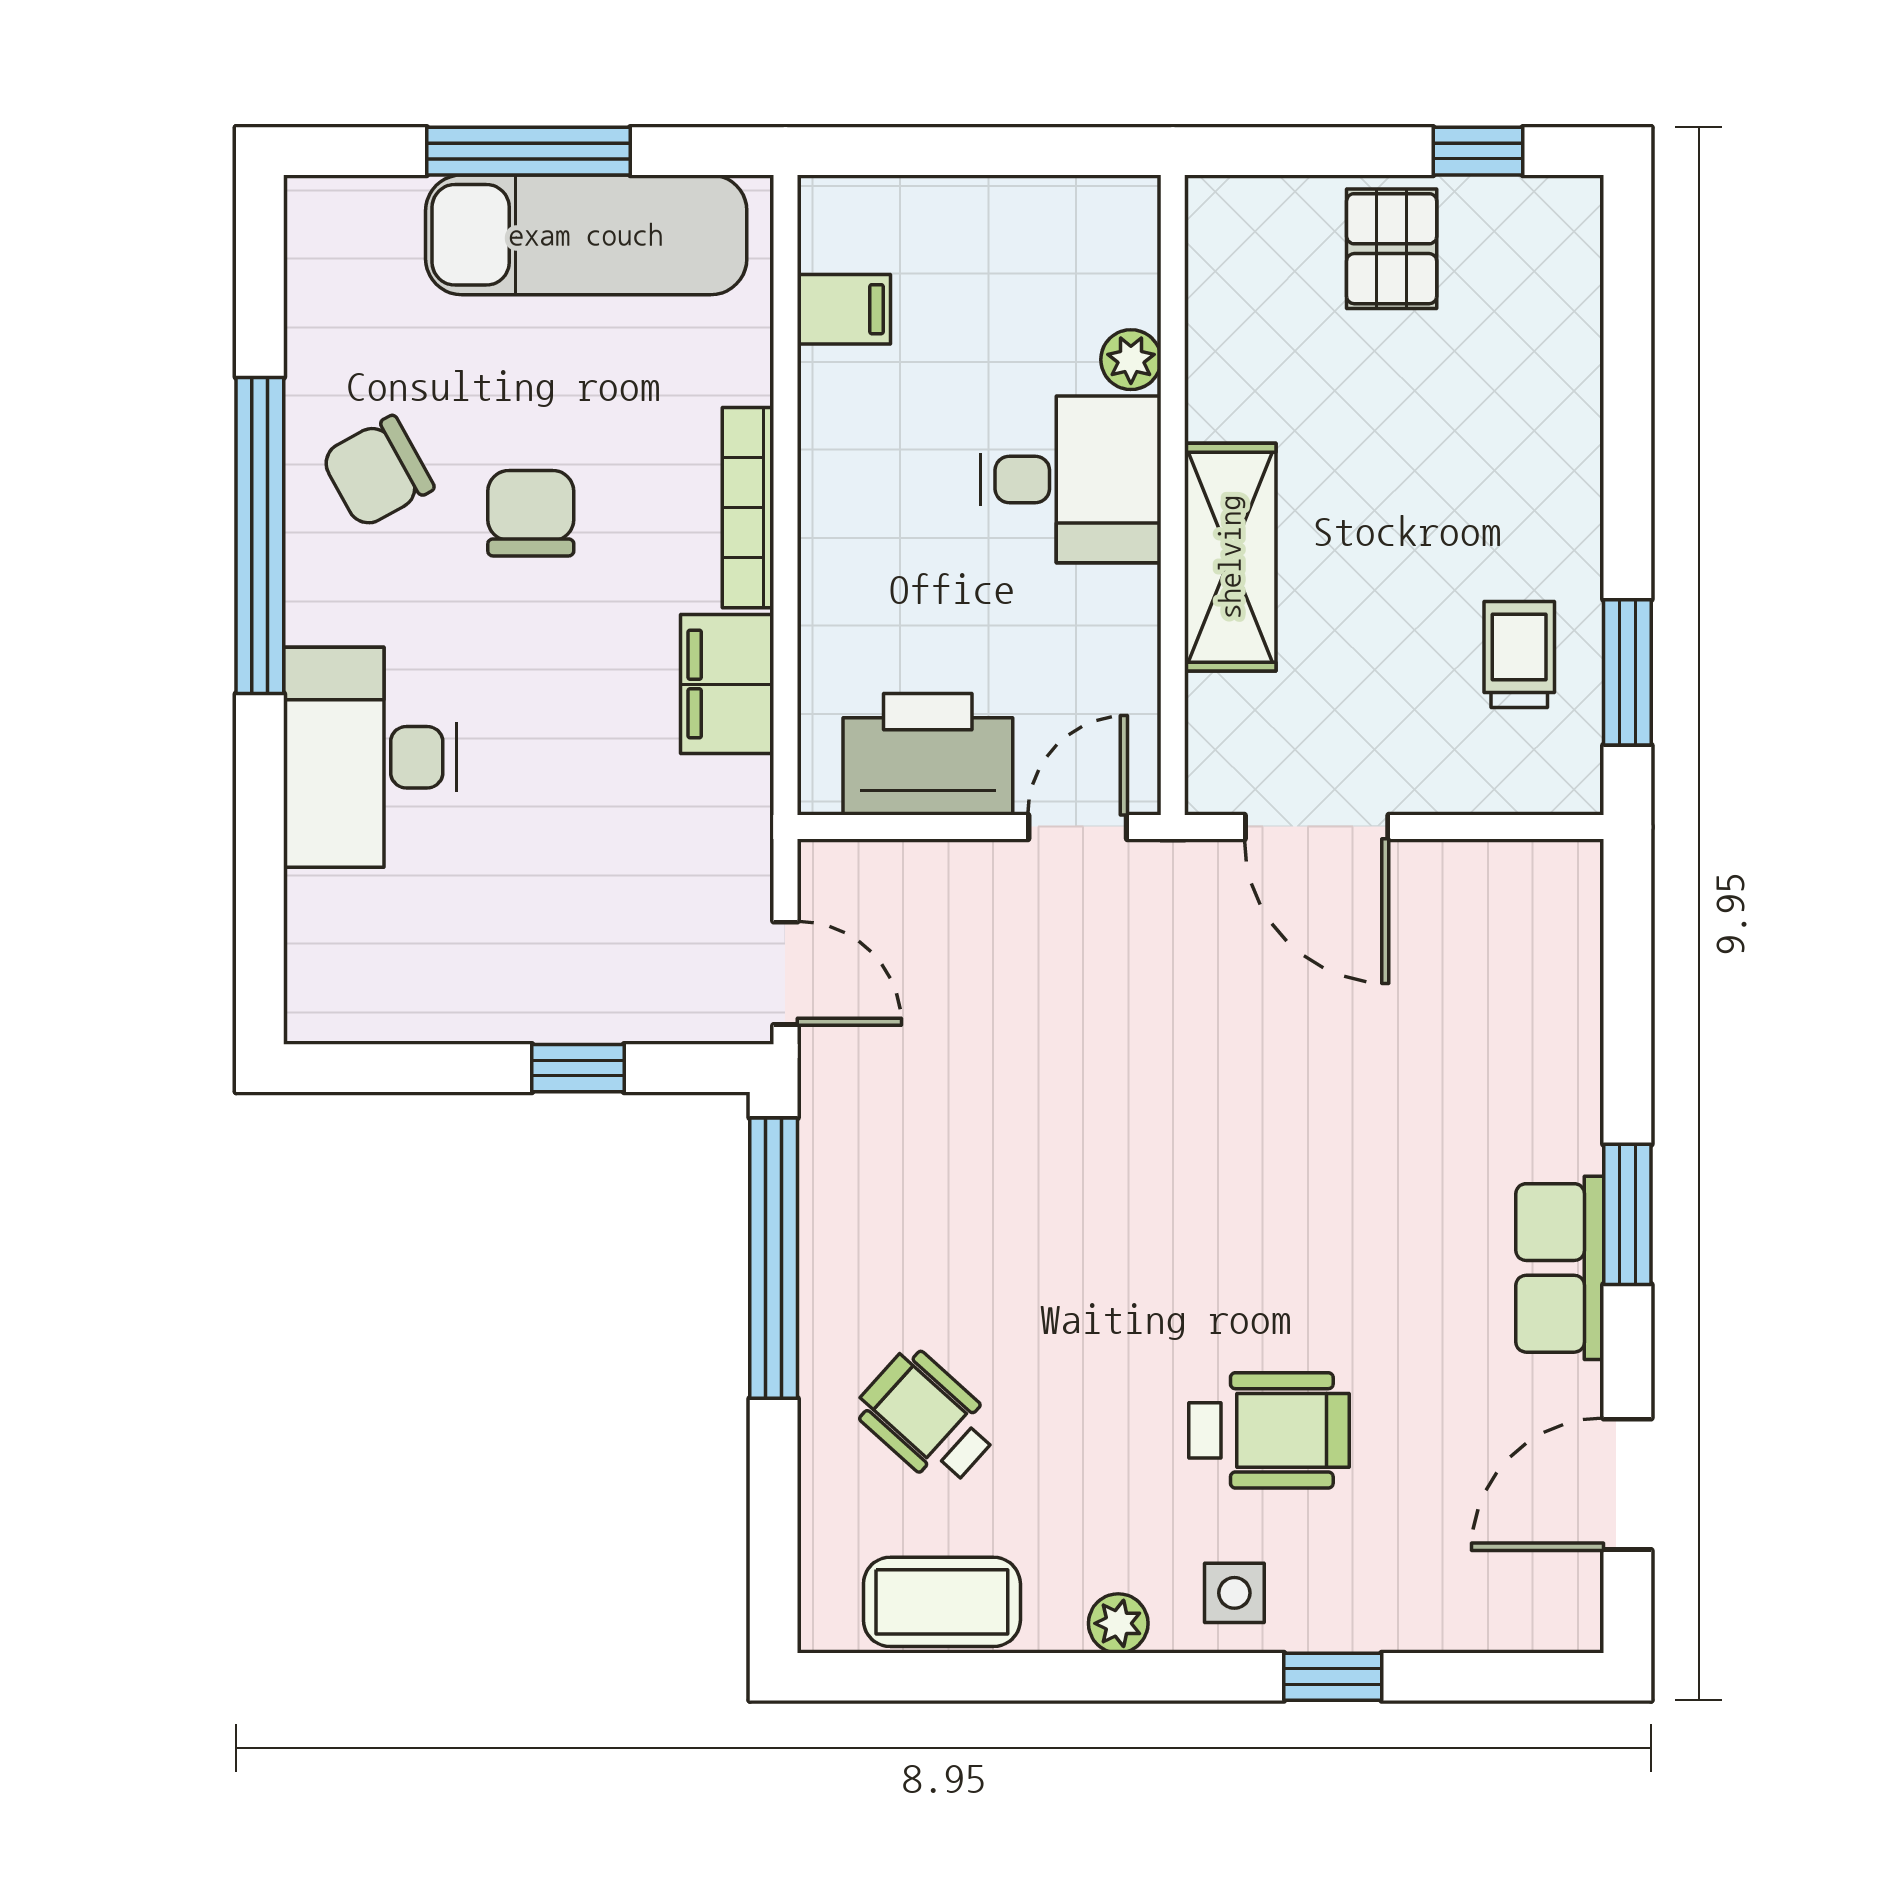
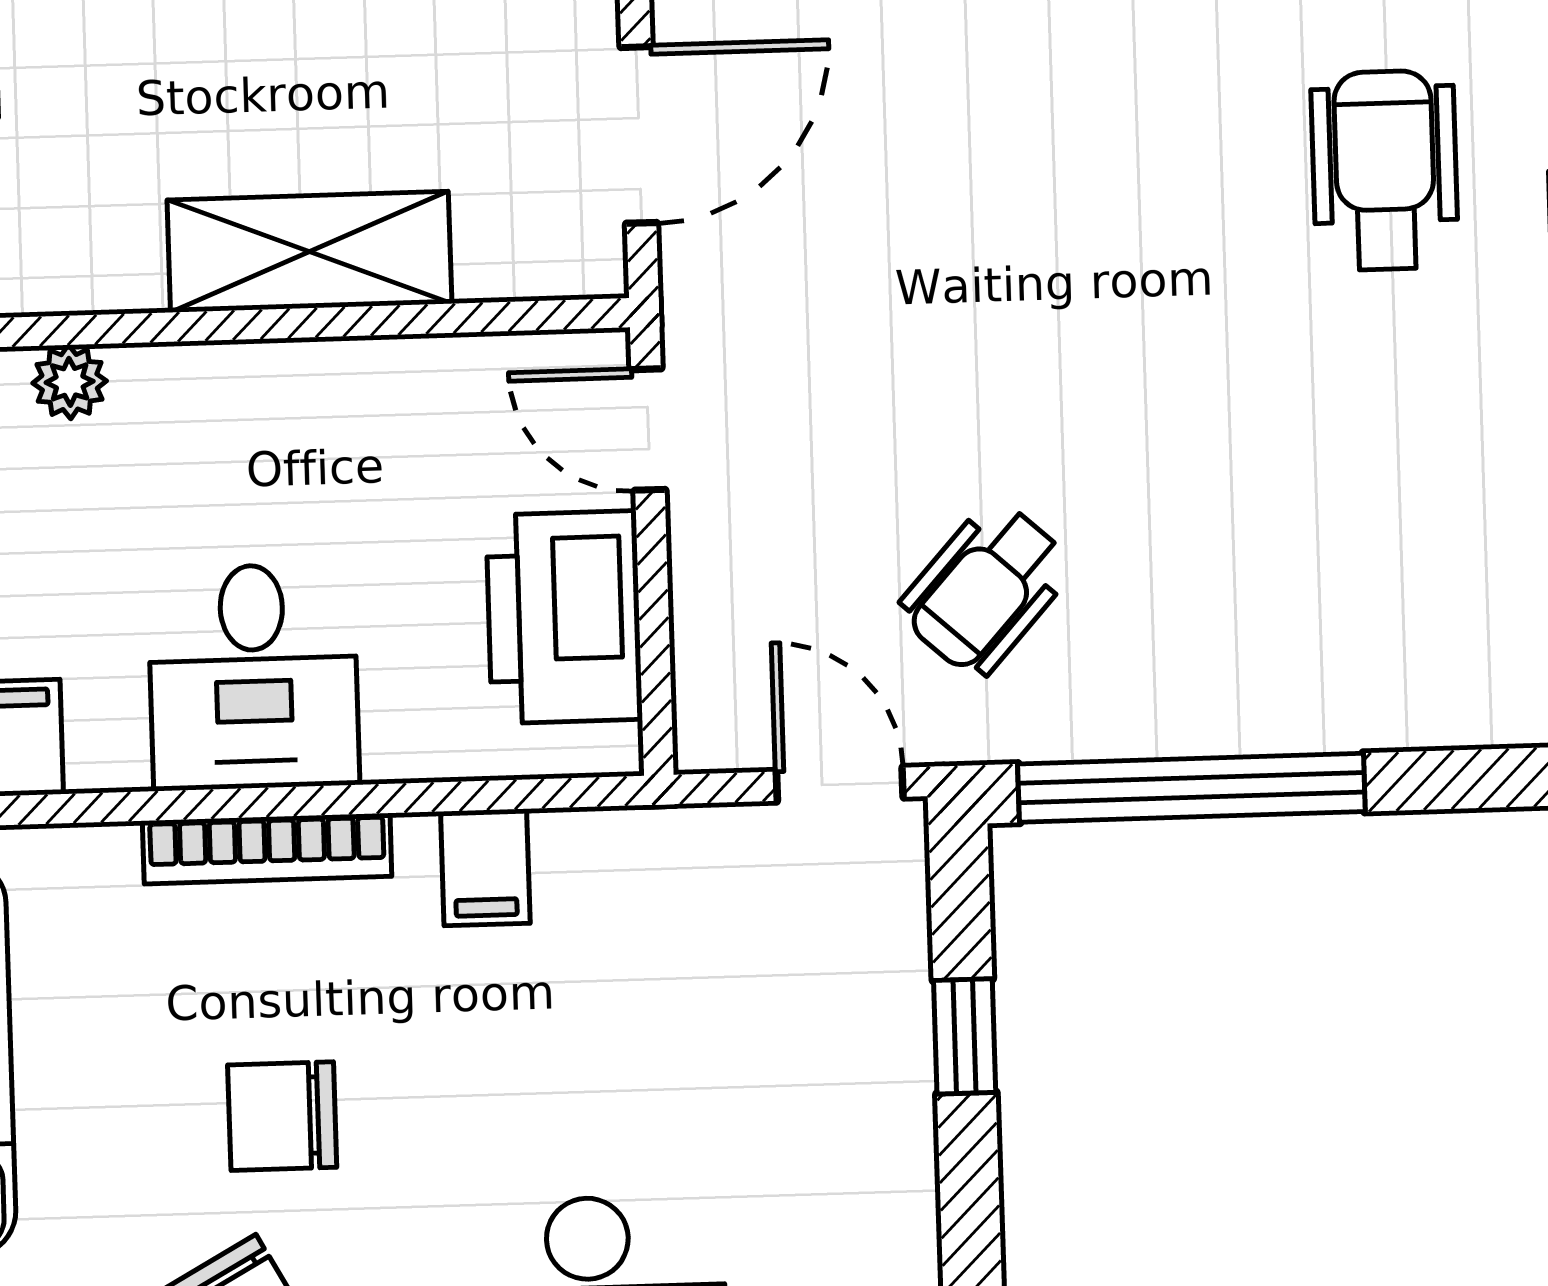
desk: (1071, 479) -> (253, 677), moved, turned 180
filing cabinet: (727, 684) -> (485, 867), width x0.50
door: (785, 973) -> (840, 784), hinge flipped
wheelchair: (928, 1419) -> (986, 589), moved

